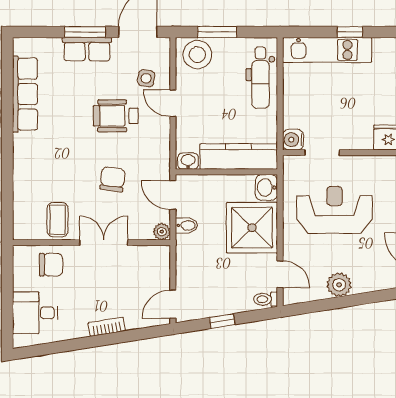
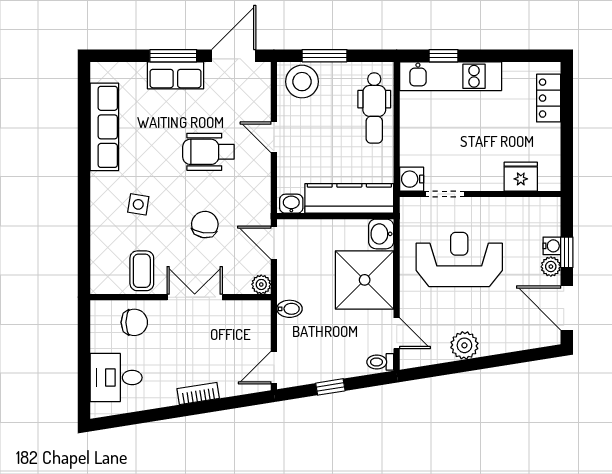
window: (350, 32) -> (444, 56), moved
side table: (146, 78) -> (138, 204), moved
bidet: (186, 225) -> (290, 309), moved

